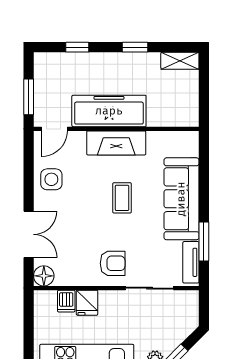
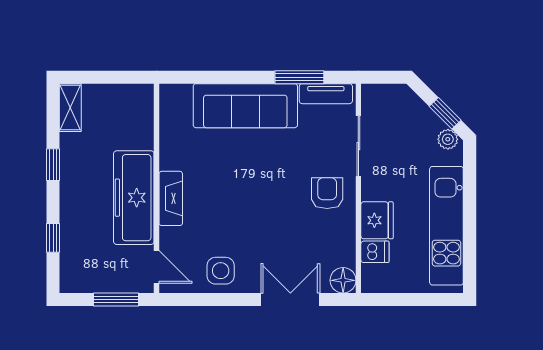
fireplace: (116, 143) -> (171, 198), width x0.73, depth x0.76
coffee table: (122, 198) -> (244, 181), removed
fridge: (87, 303) -> (377, 220), width x1.38

